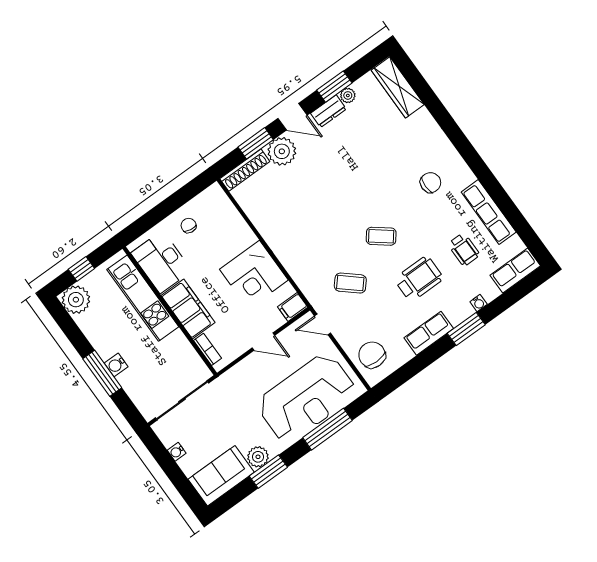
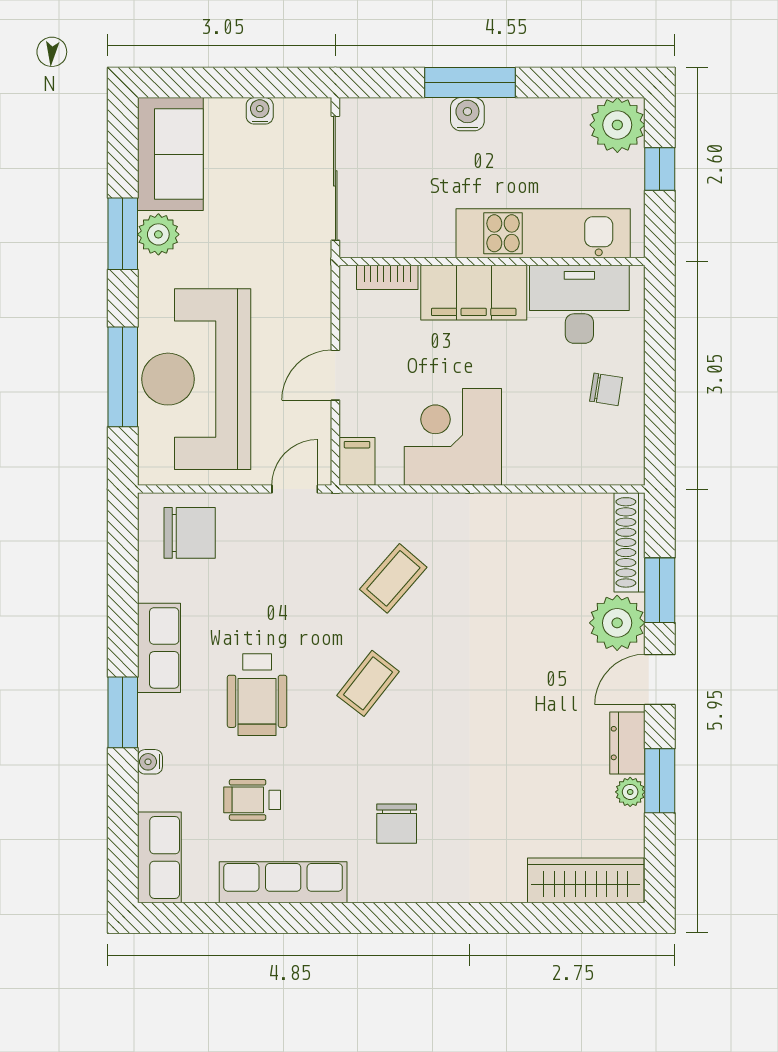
coffee table: (350, 283) -> (393, 578), moved

